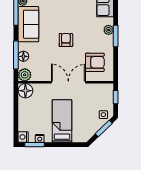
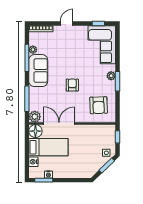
floor lamp: (23, 56) -> (34, 100), removed
armchair: (95, 62) -> (99, 105), turned 88
double door: (68, 82) -> (59, 123), moved
bed: (62, 121) -> (48, 147), moved, turned 90
nightstand: (23, 137) -> (33, 162), moved

